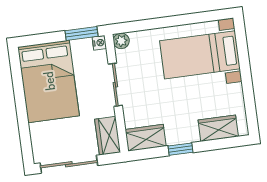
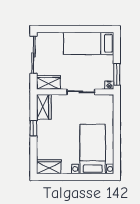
plant: (121, 41) -> (108, 99), removed
bed: (49, 81) -> (89, 43), width x0.67
wardrobe: (218, 128) -> (49, 167), moved, turned -90

